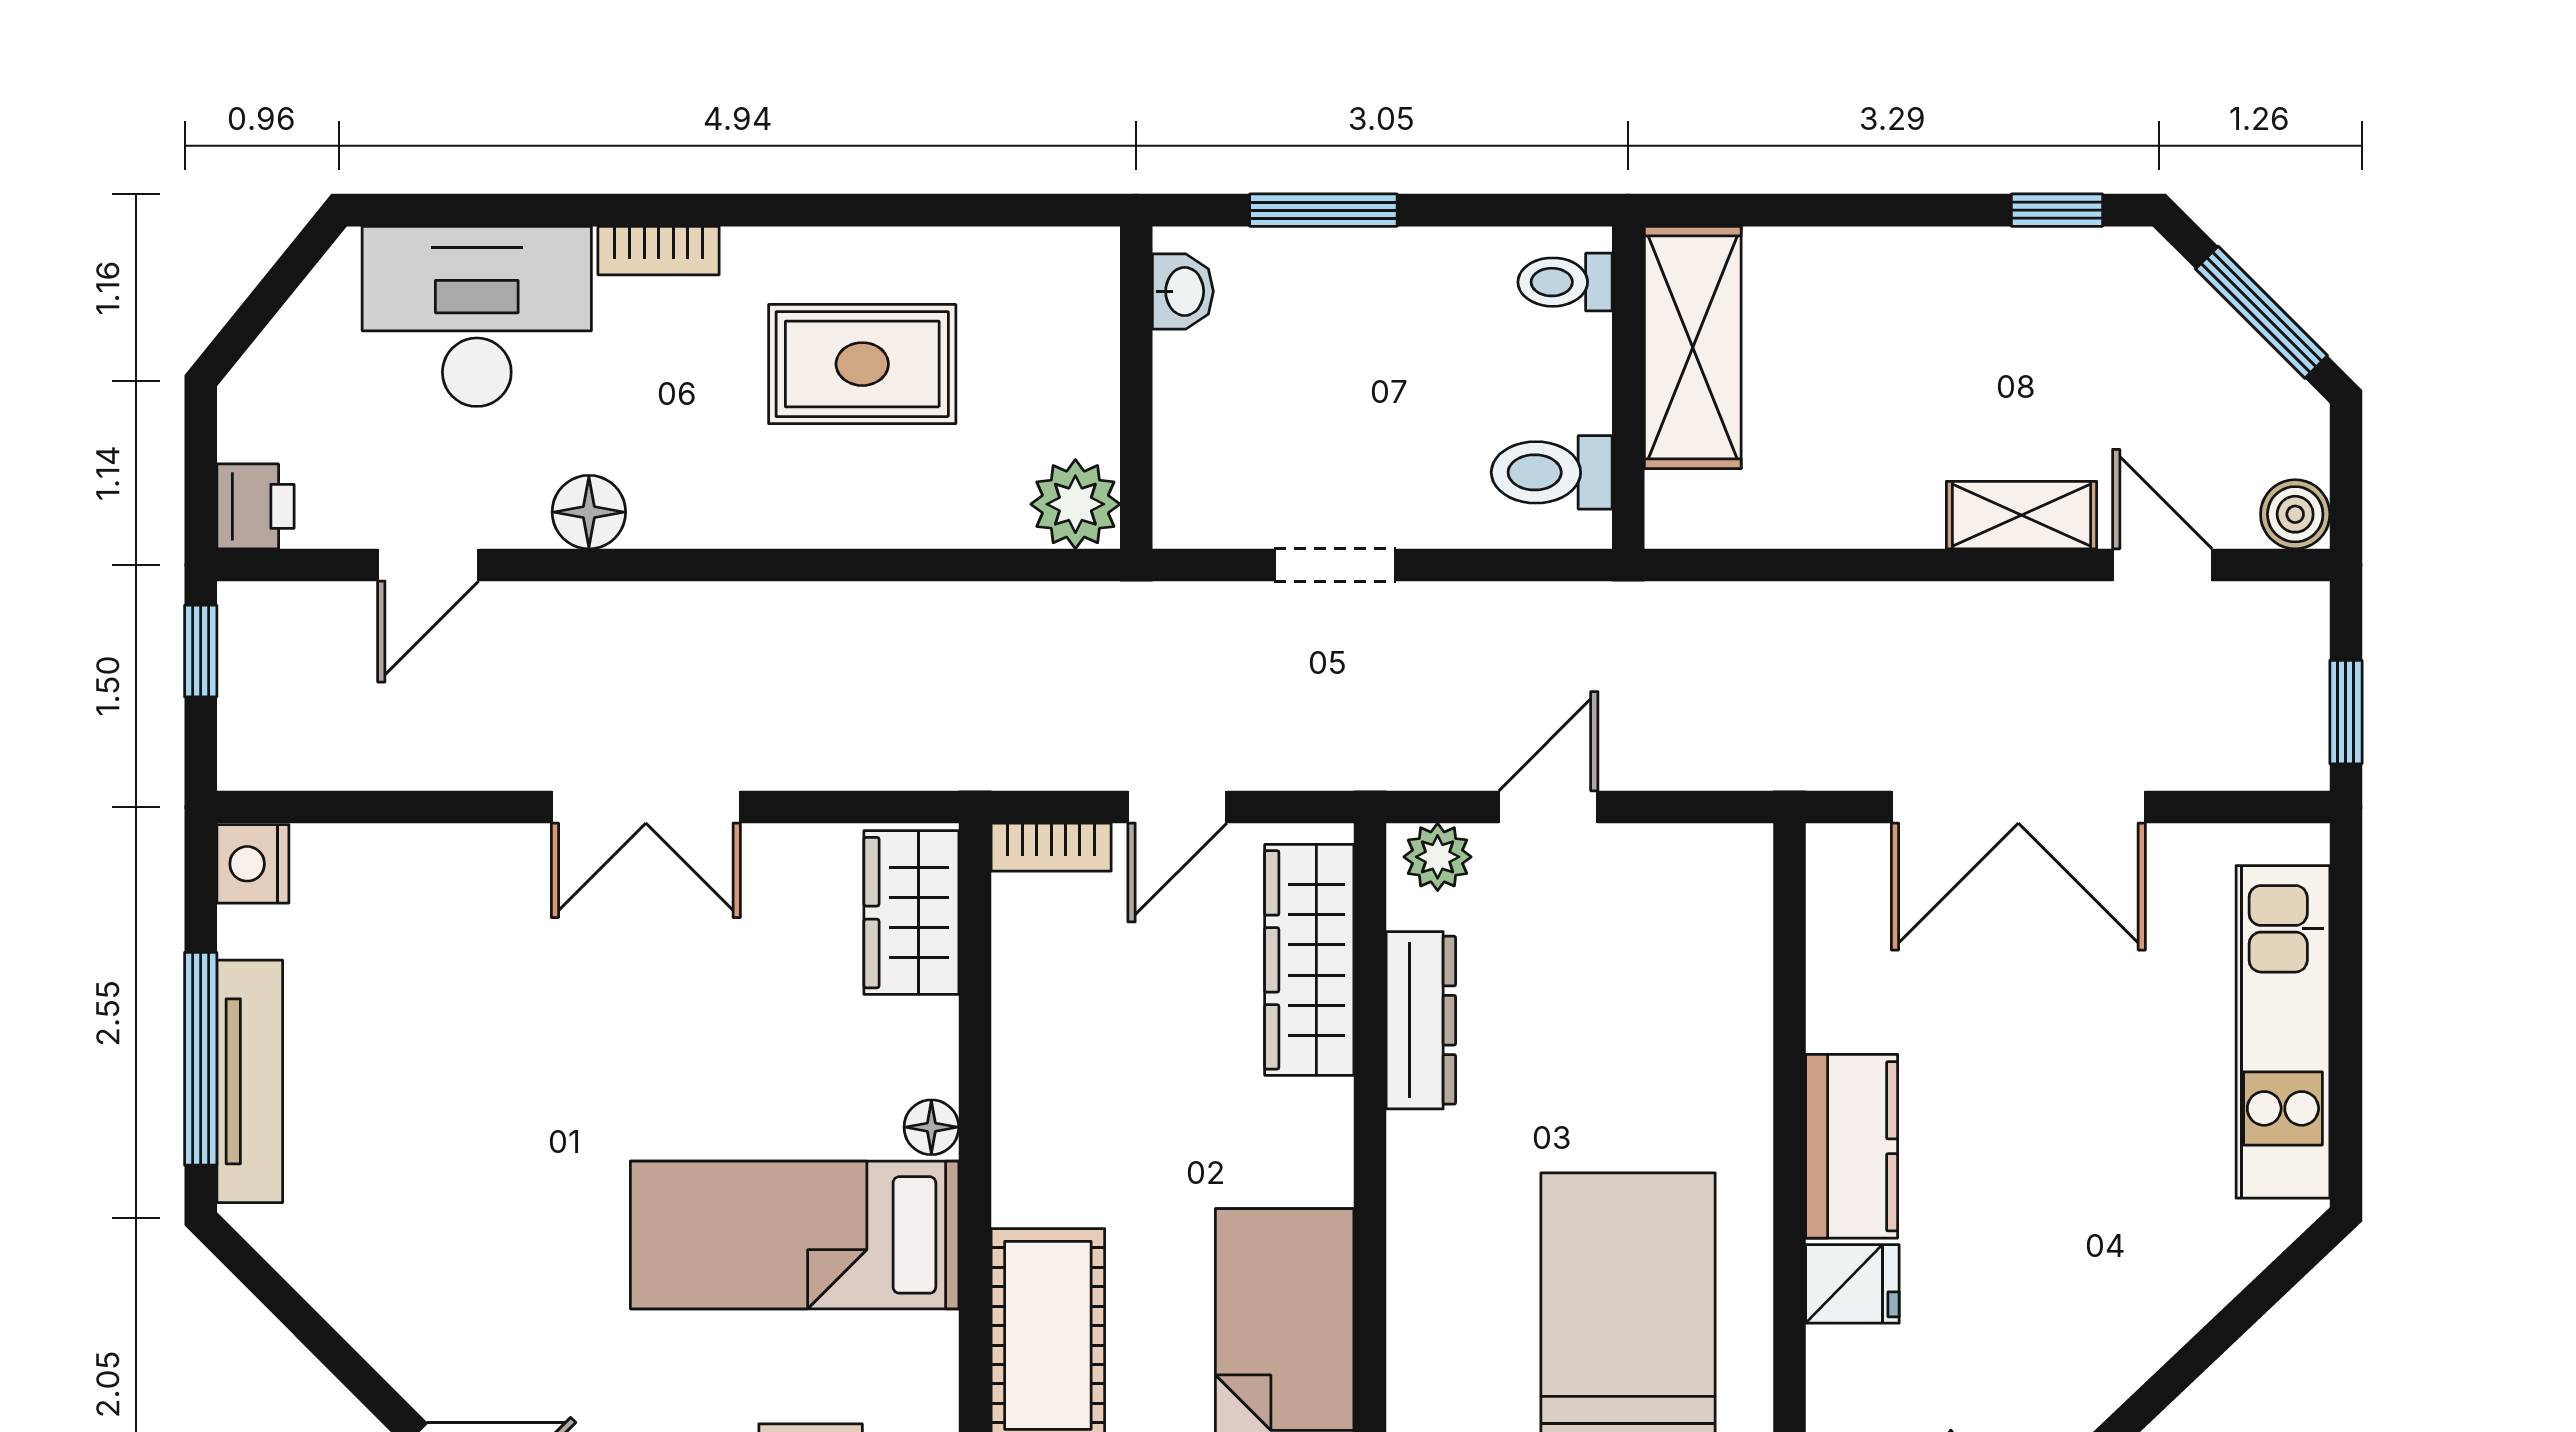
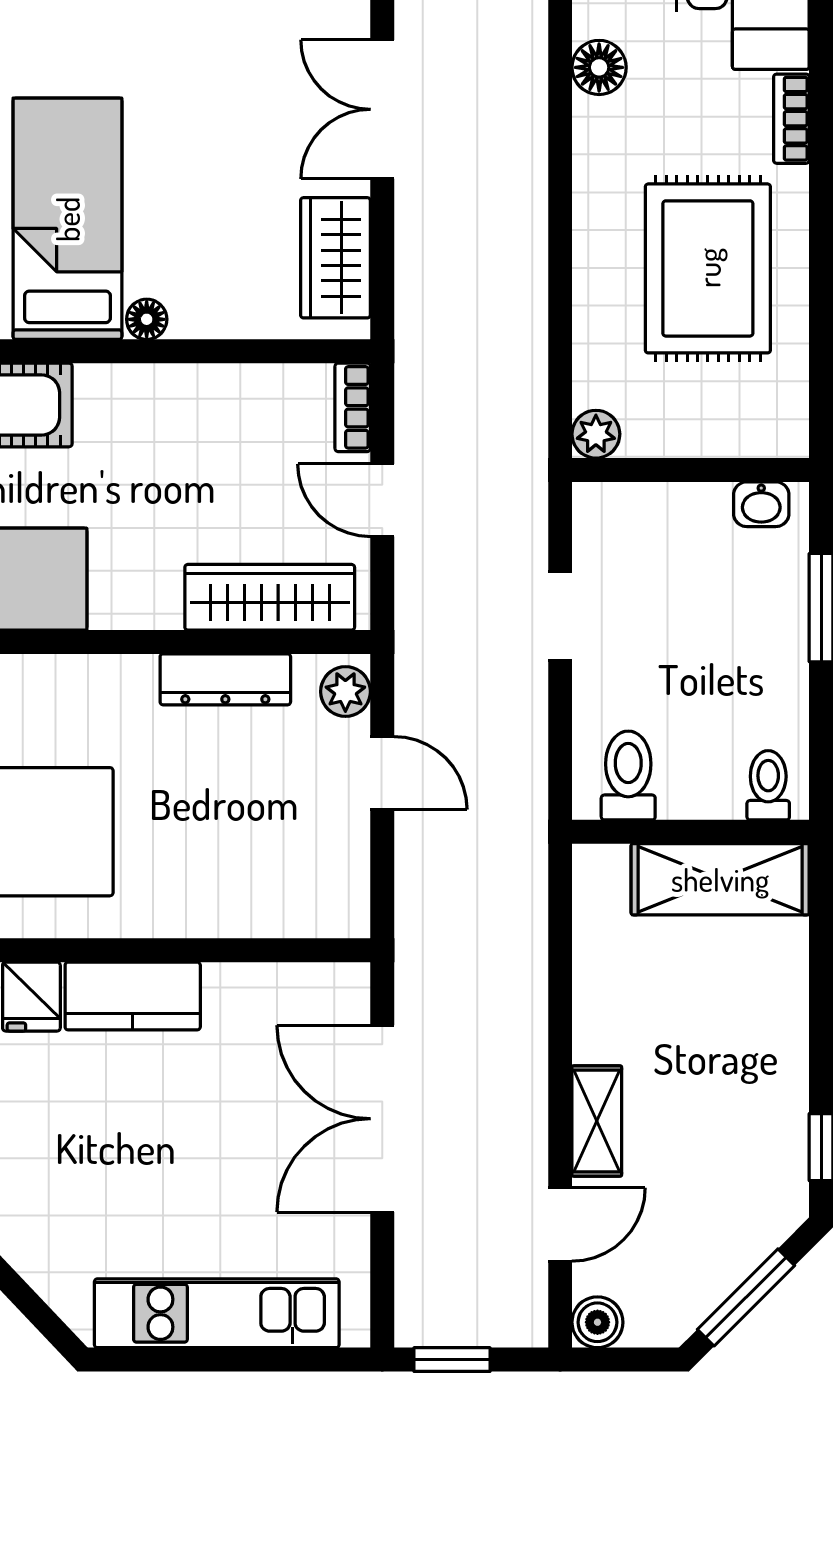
rug: (862, 364) -> (708, 268), width x1.36, depth x1.43
plant: (1075, 504) -> (596, 434), width x0.73, depth x0.73
wardrobe: (911, 913) -> (335, 258), moved, turned -90

